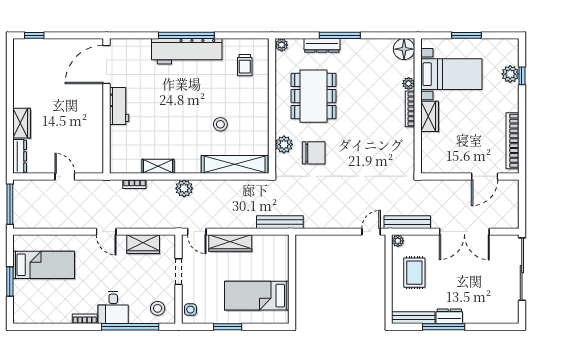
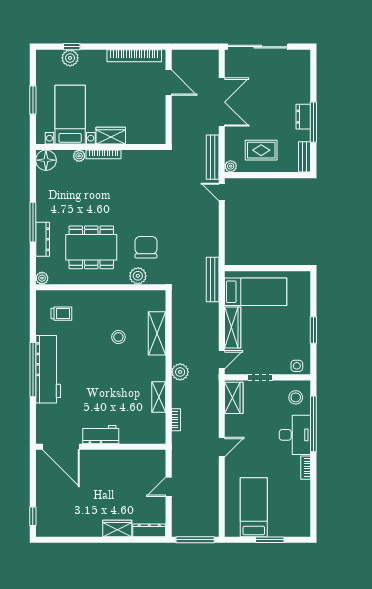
shelving: (235, 164) -> (157, 333), width x0.68
wardrobe: (143, 244) -> (234, 398), moved
bed: (257, 296) -> (256, 292), moved, turned -90
desk: (113, 308) -> (295, 435), width x1.37
bench: (413, 318) -> (305, 157), width x0.73

